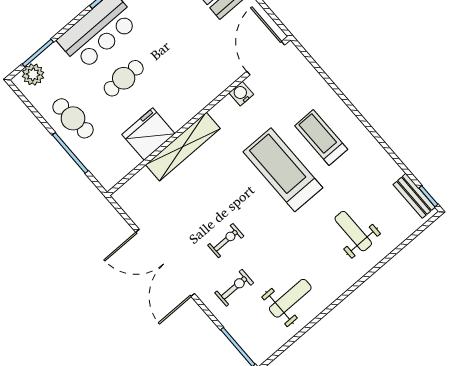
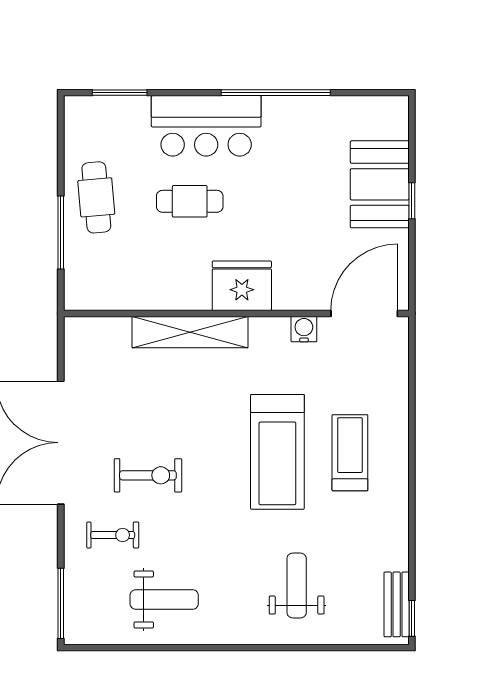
plant: (33, 74) -> (94, 112), removed
fridge: (148, 134) -> (242, 286), moved
treadmill: (283, 170) -> (277, 452), turned 180
exercise bike: (226, 241) -> (148, 475), width x1.38, depth x1.39

